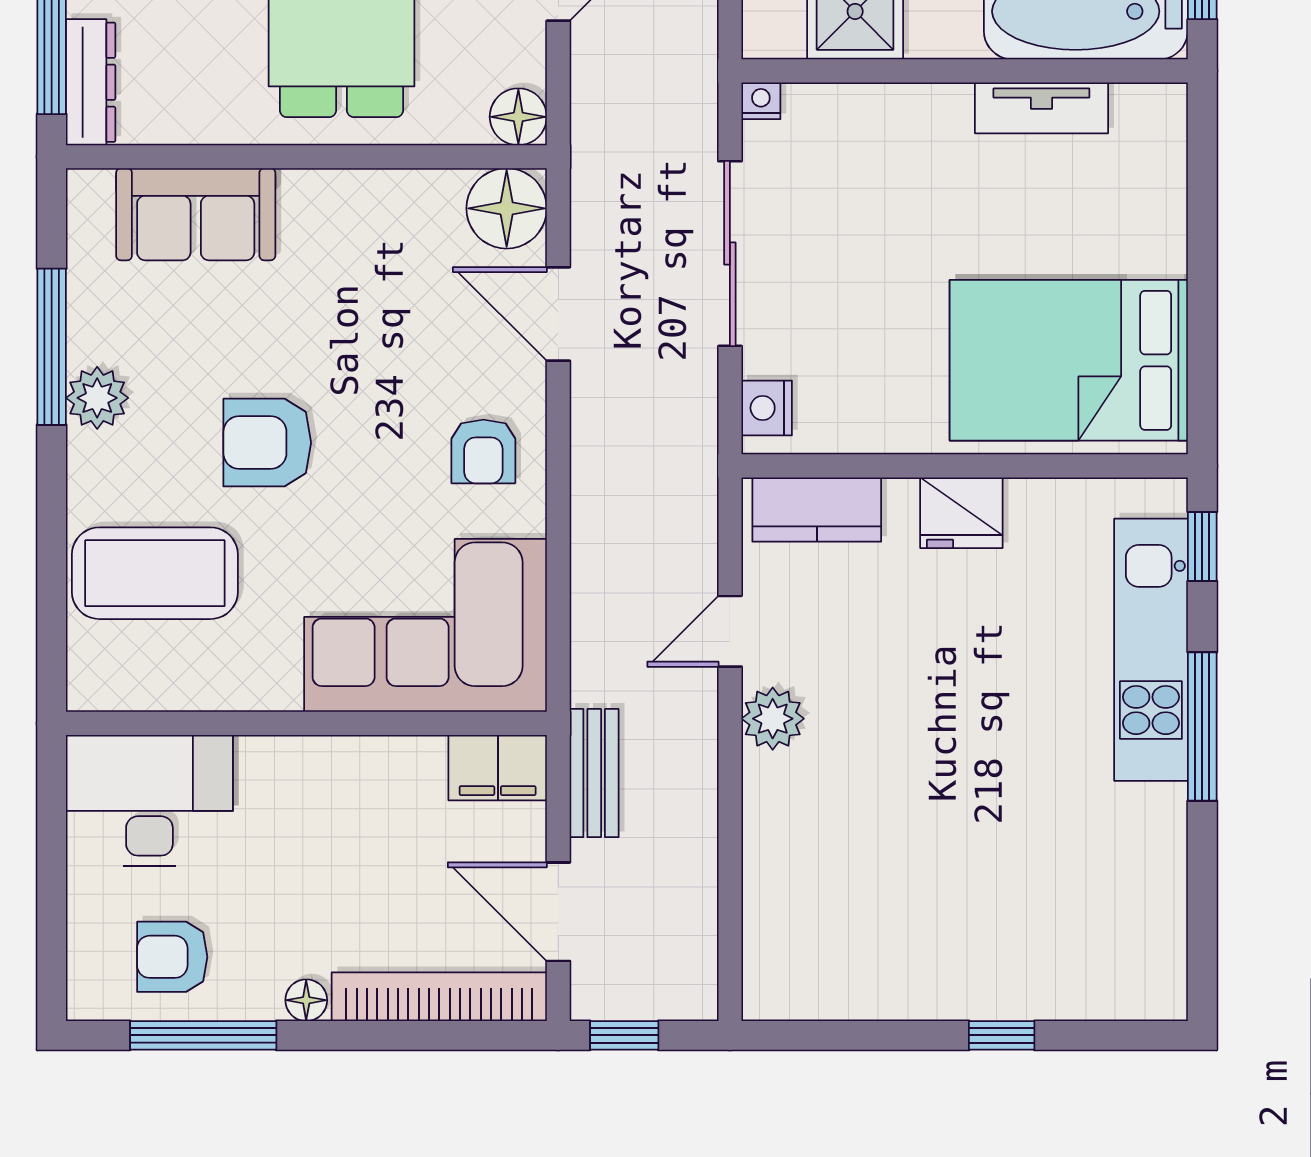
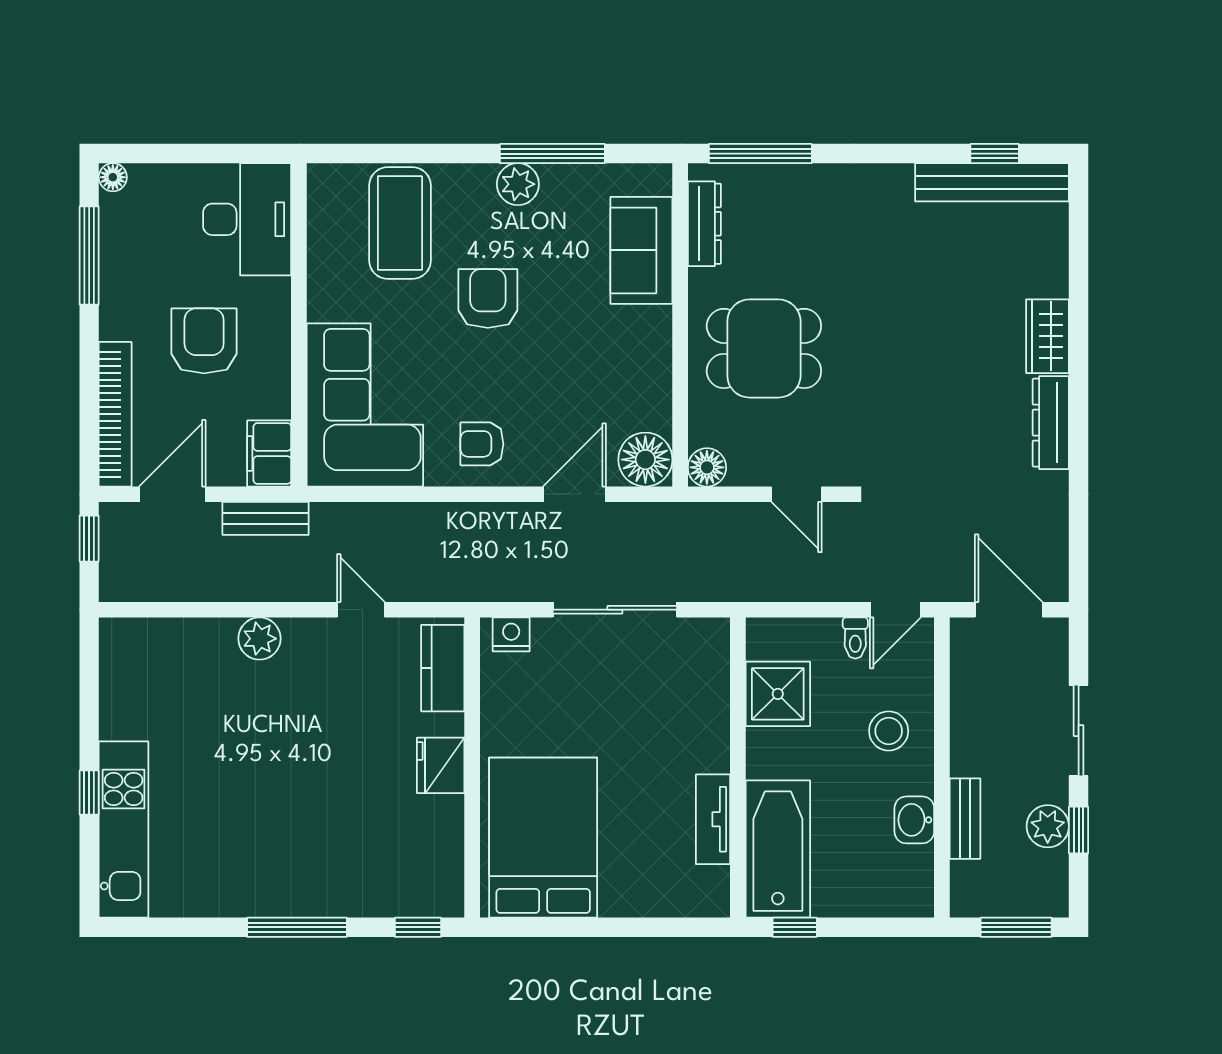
dresser: (91, 82) -> (704, 224), moved, turned -90
nightstand: (761, 101) -> (718, 631), removed
kitchen unit: (1151, 650) -> (124, 830), moved, turned 90
plant: (773, 719) -> (259, 639), moved
armchair: (172, 957) -> (204, 341), moved, width x1.38, depth x1.38
floor lamp: (306, 1000) -> (113, 177), moved

